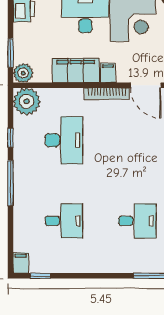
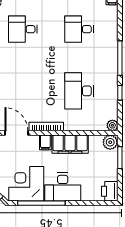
plant: (27, 101) -> (112, 125), width x0.53, depth x0.53

